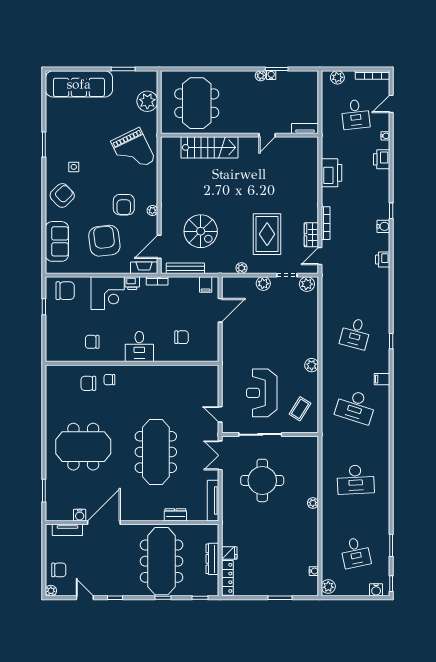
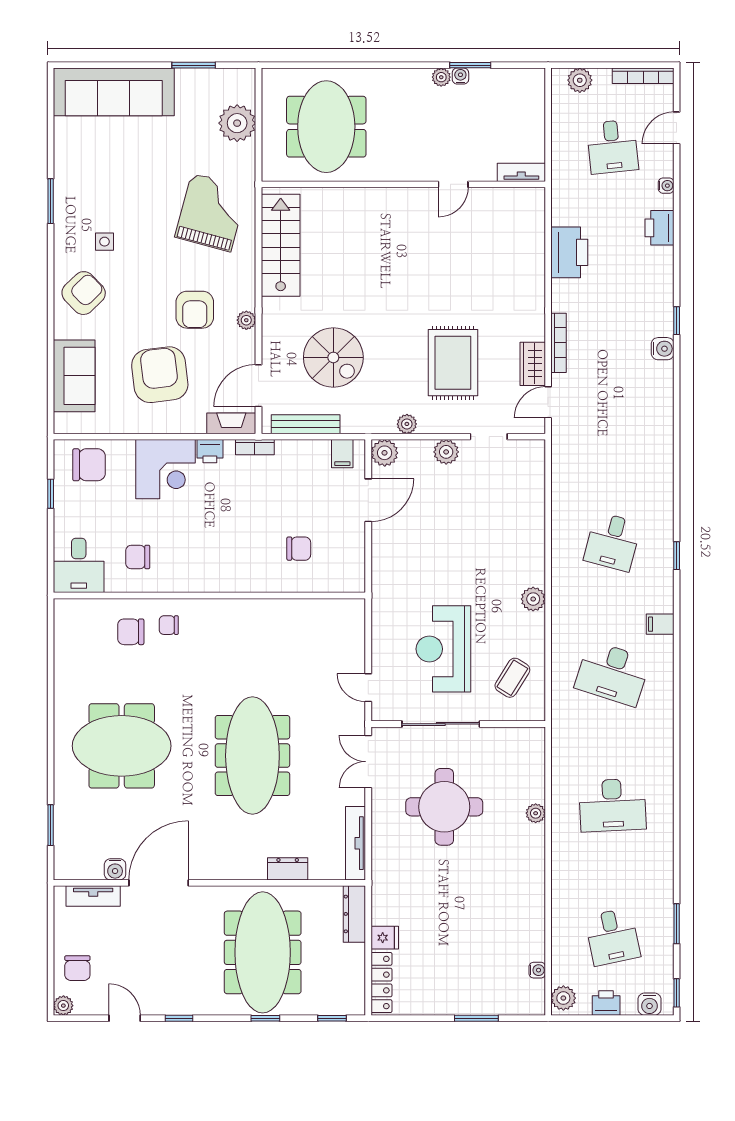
stairs: (209, 147) -> (281, 245), moved, turned -90
grand piano: (133, 151) -> (211, 212), turned -139
printer: (383, 260) -> (606, 1003), moved, turned 90
plant: (307, 284) -> (385, 453), moved
desk: (139, 347) -> (79, 565), moved
plant: (313, 503) -> (536, 813), moved
dresser: (212, 559) -> (354, 914), moved
chair: (59, 570) -> (77, 968), turned 90

